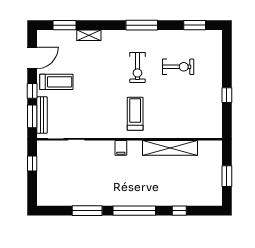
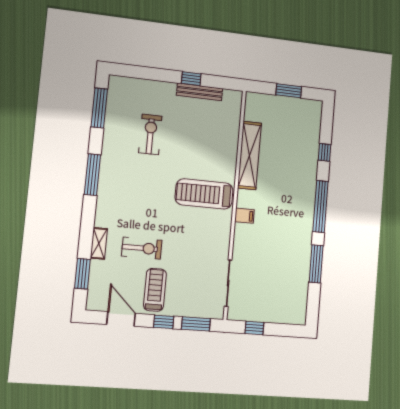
window: (195, 25) -> (99, 108), width x1.44
exercise bike: (137, 68) -> (142, 248), moved
treadmill: (135, 114) -> (204, 194), width x1.37, depth x1.38
bench: (42, 115) -> (200, 92), moved

